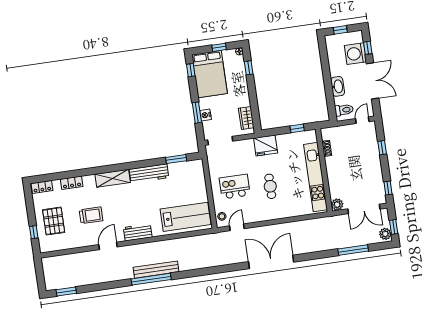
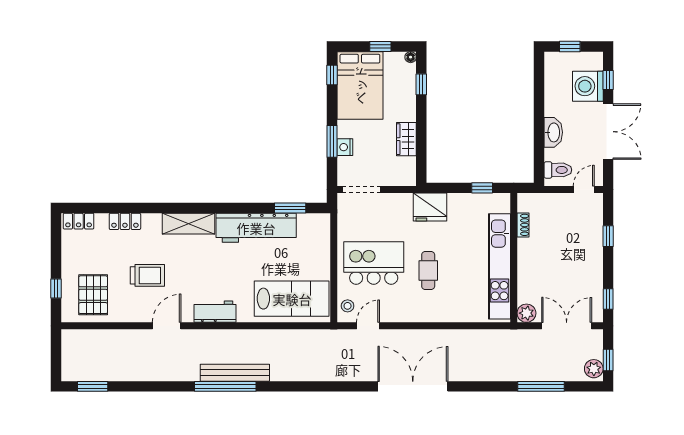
wardrobe: (246, 118) -> (406, 139), moved
workbench: (149, 173) -> (256, 228), width x1.36, depth x1.32
kitchen island: (235, 187) -> (374, 263), width x1.37, depth x1.28
double door: (364, 209) -> (567, 326), swing flipped
pallet: (54, 221) -> (93, 295), moved

